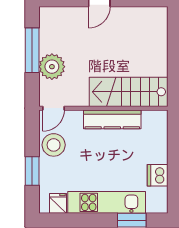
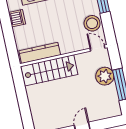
door: (53, 108) -> (98, 48), hinge flipped
kitchen counter: (112, 119) -> (40, 53), moved

